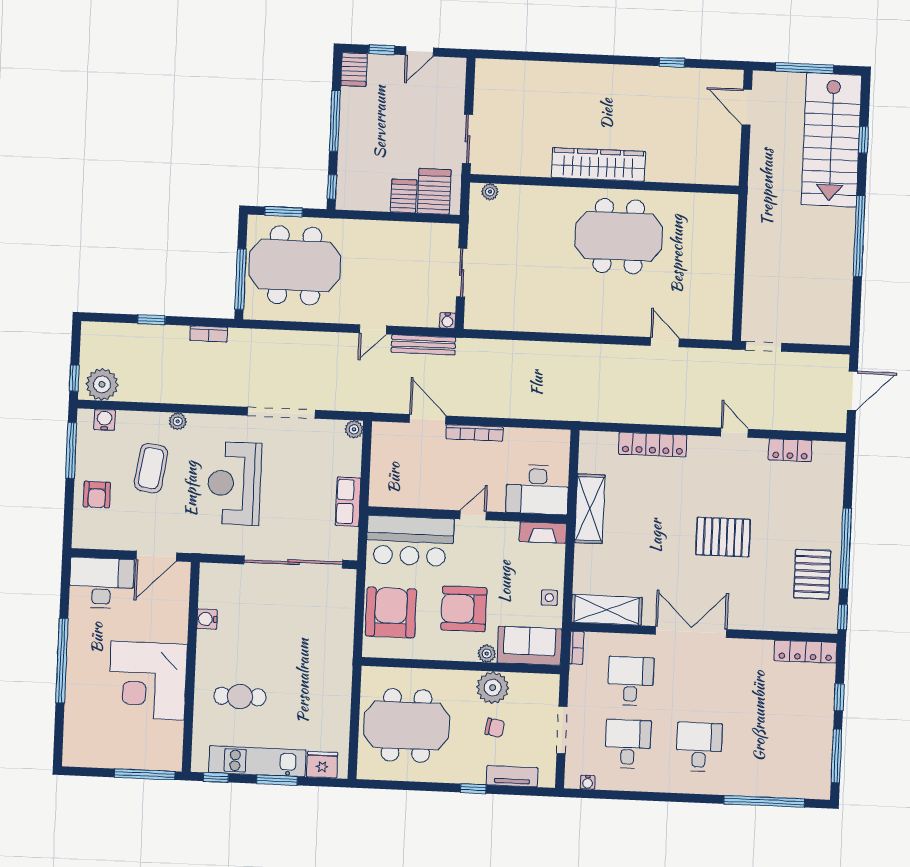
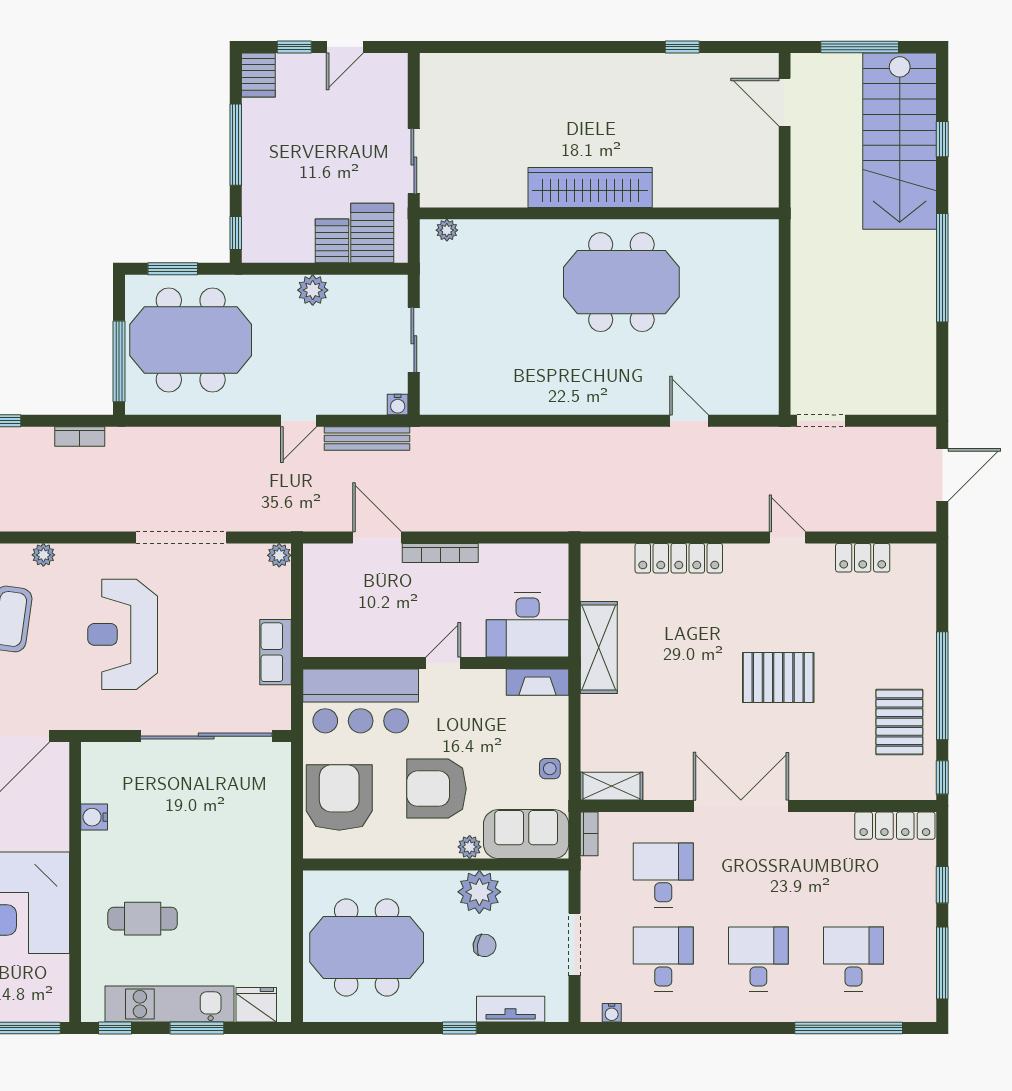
plant: (388, 232) -> (313, 290), added
shelving: (607, 610) -> (611, 786), width x0.67, depth x0.75
desk: (770, 750) -> (854, 959), added

